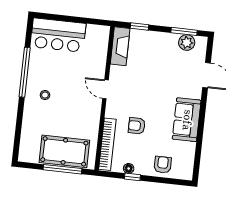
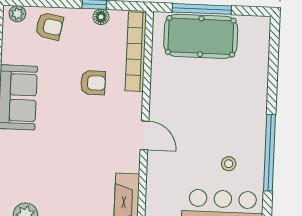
stool: (45, 95) -> (229, 164), moved
armchair: (163, 165) -> (49, 26), turned -79
plant: (183, 174) -> (17, 14), added

